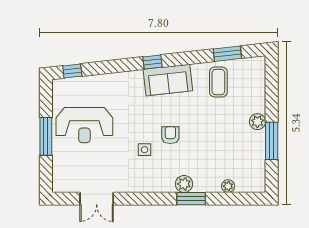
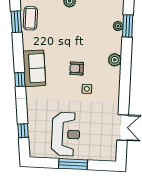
window: (72, 71) -> (23, 131), moved
coffee table: (218, 82) -> (30, 18), moved, turned 90
window: (191, 199) -> (128, 26), moved

